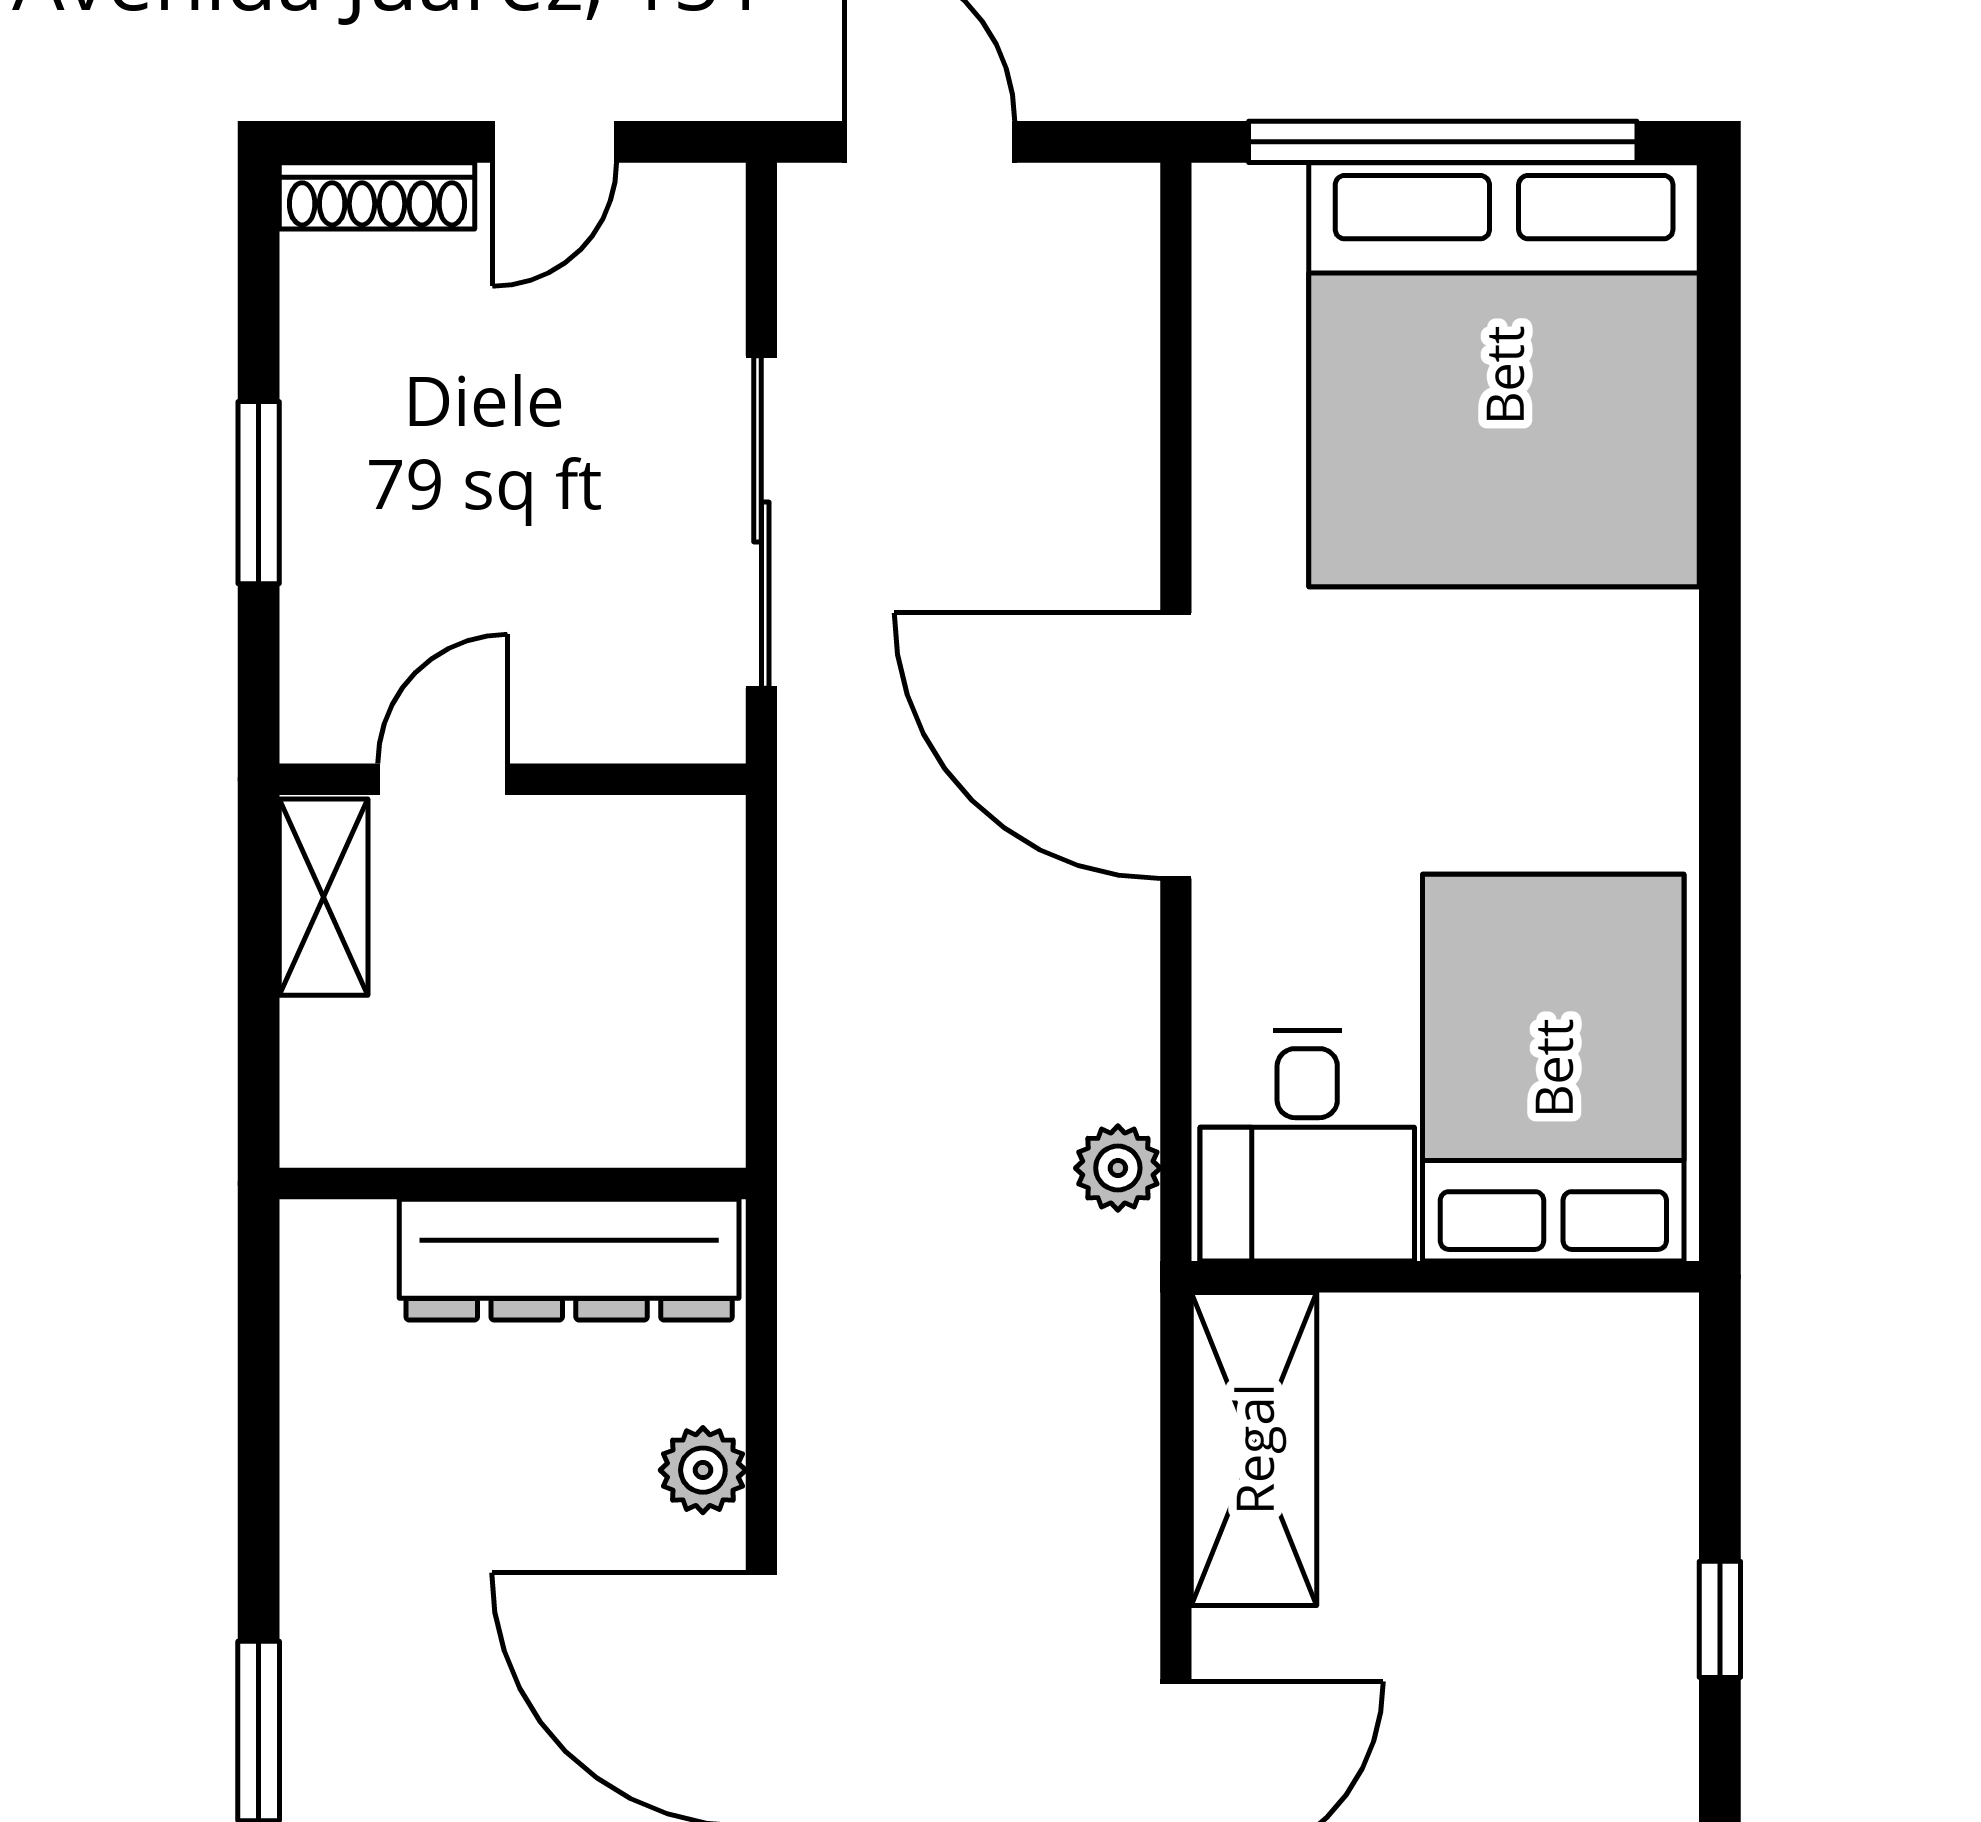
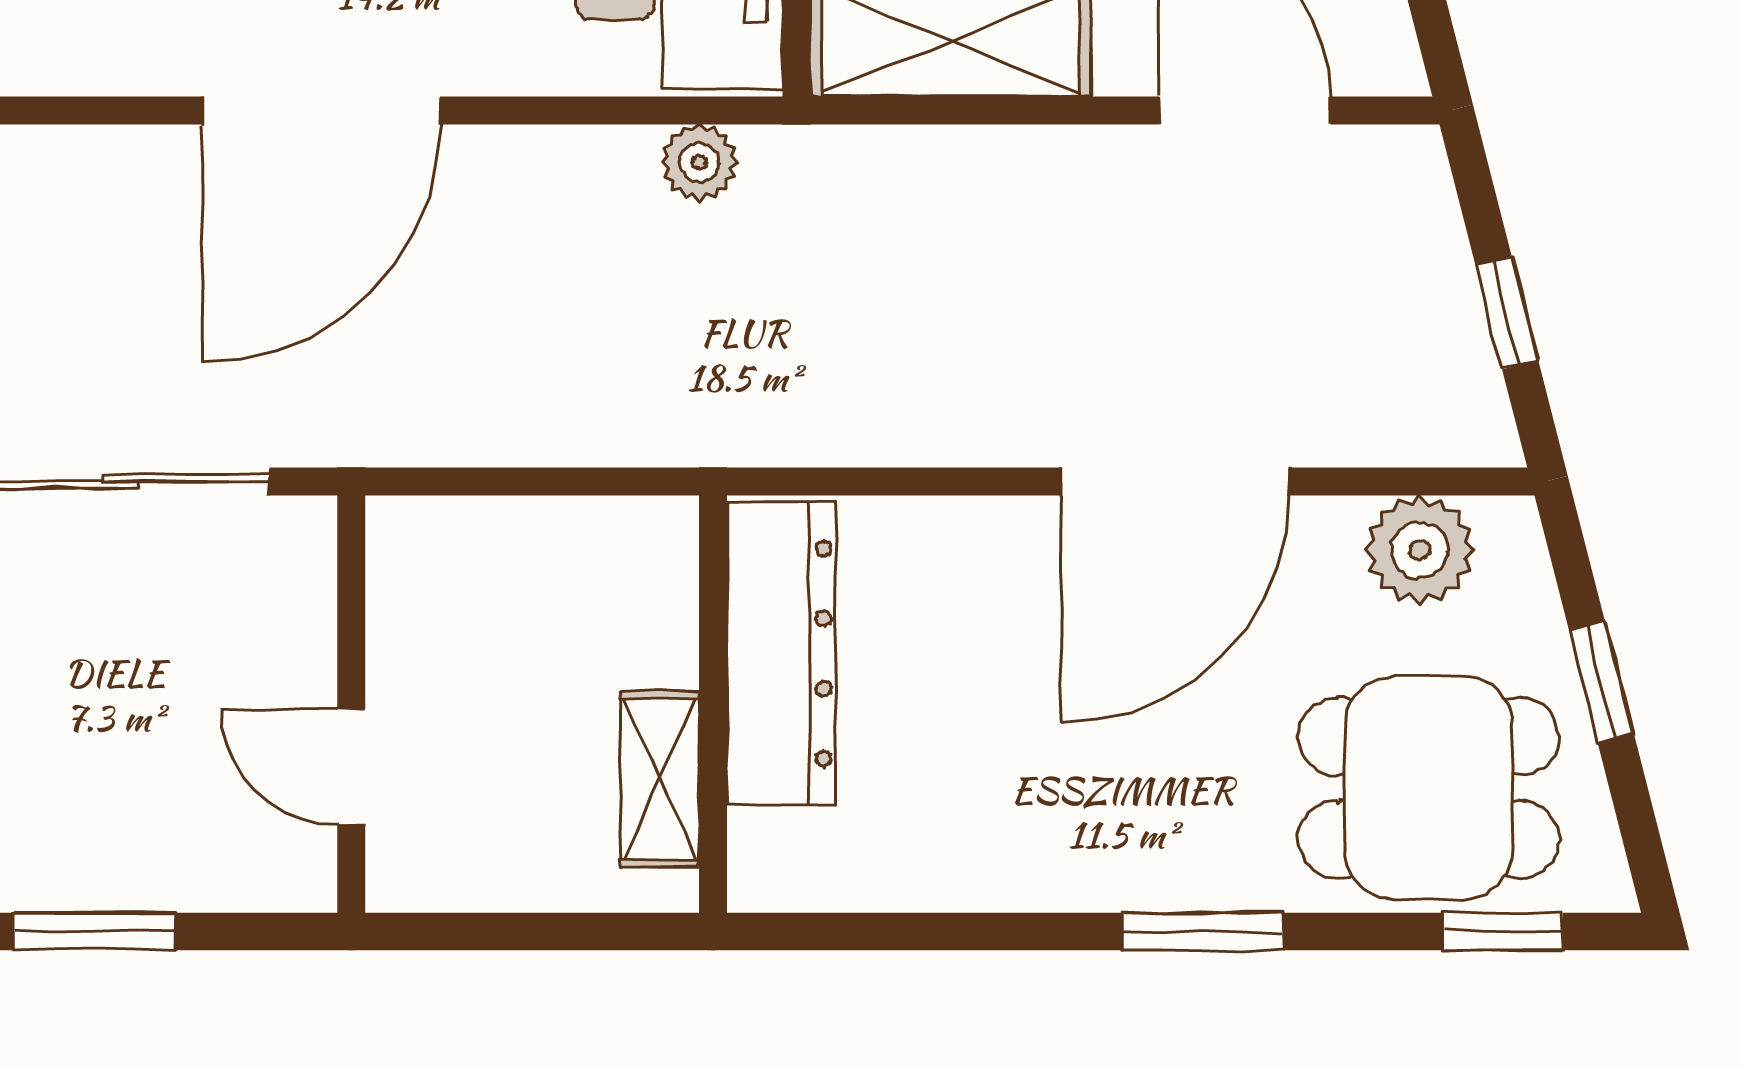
shelving: (324, 897) -> (659, 779), moved, turned 90
plant: (703, 1470) -> (969, 534), removed

